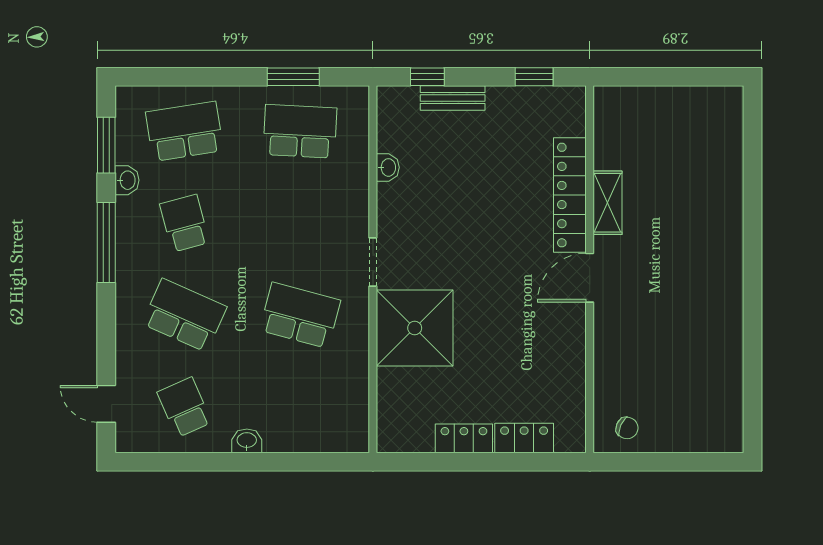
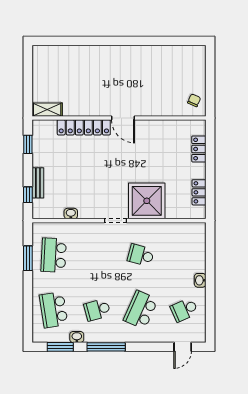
shelving: (608, 203) -> (47, 110), moved
school desk: (300, 315) -> (141, 255), width x0.54
locker: (464, 438) -> (199, 192), moved

